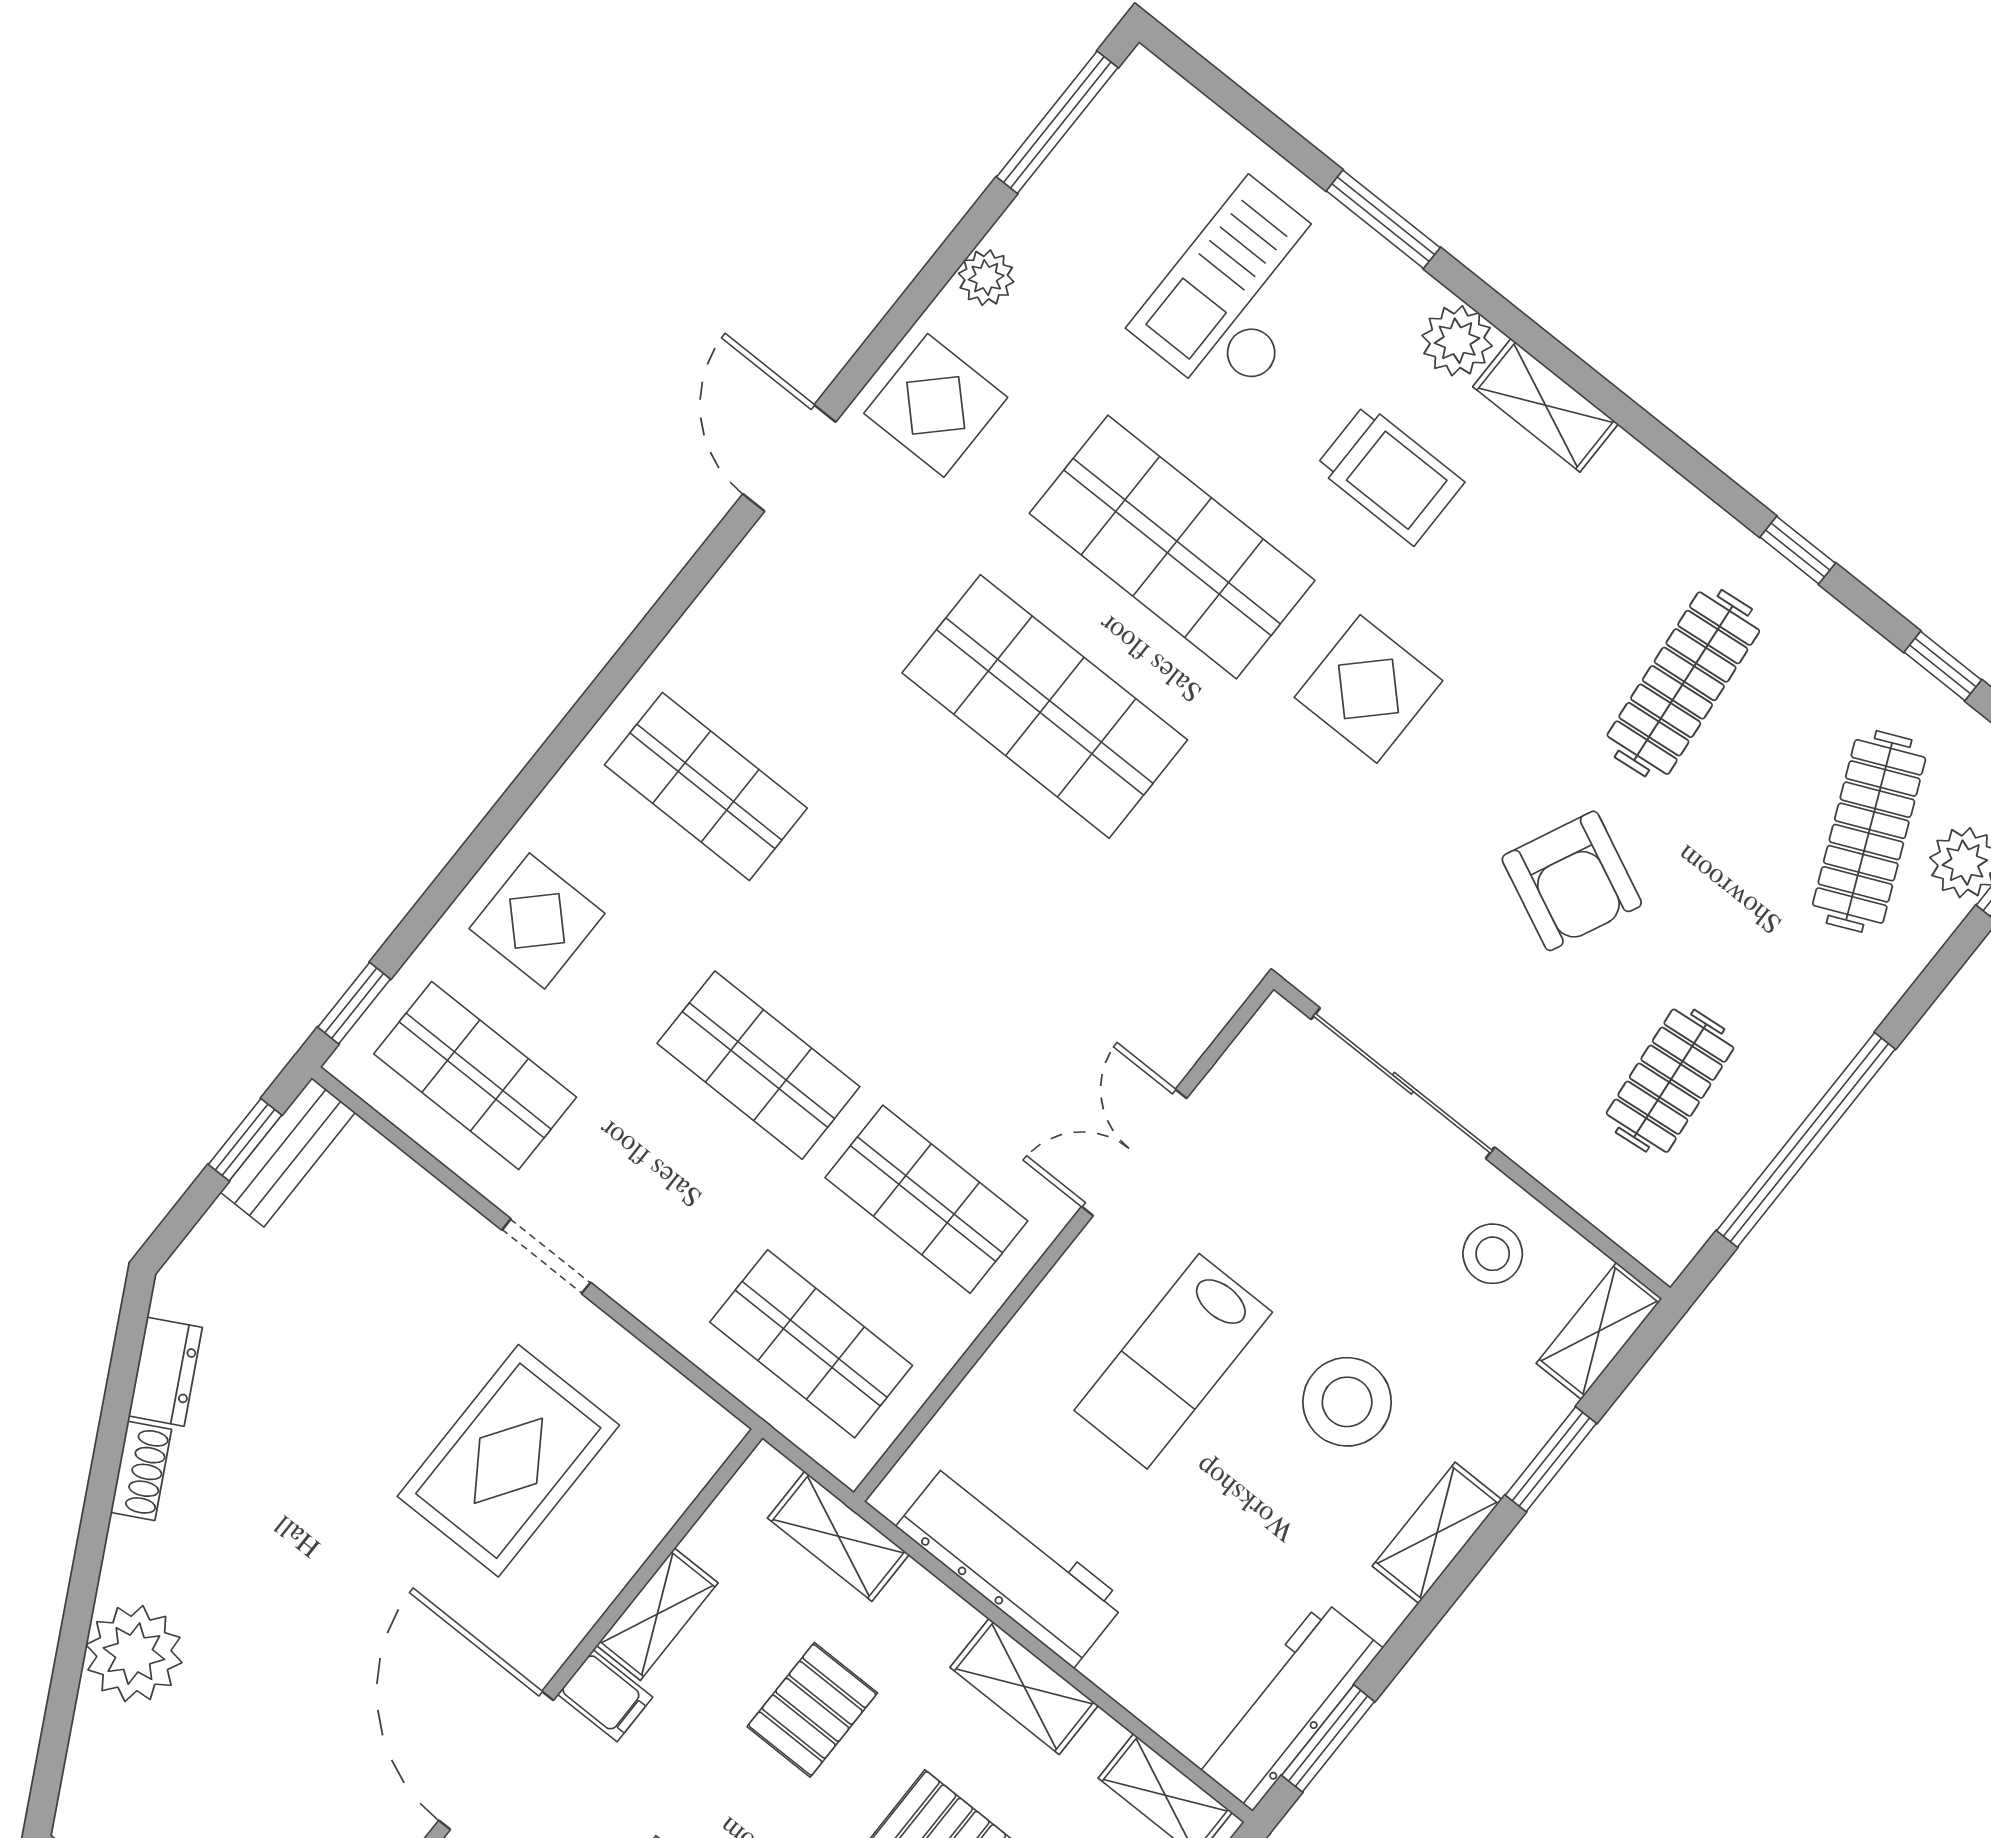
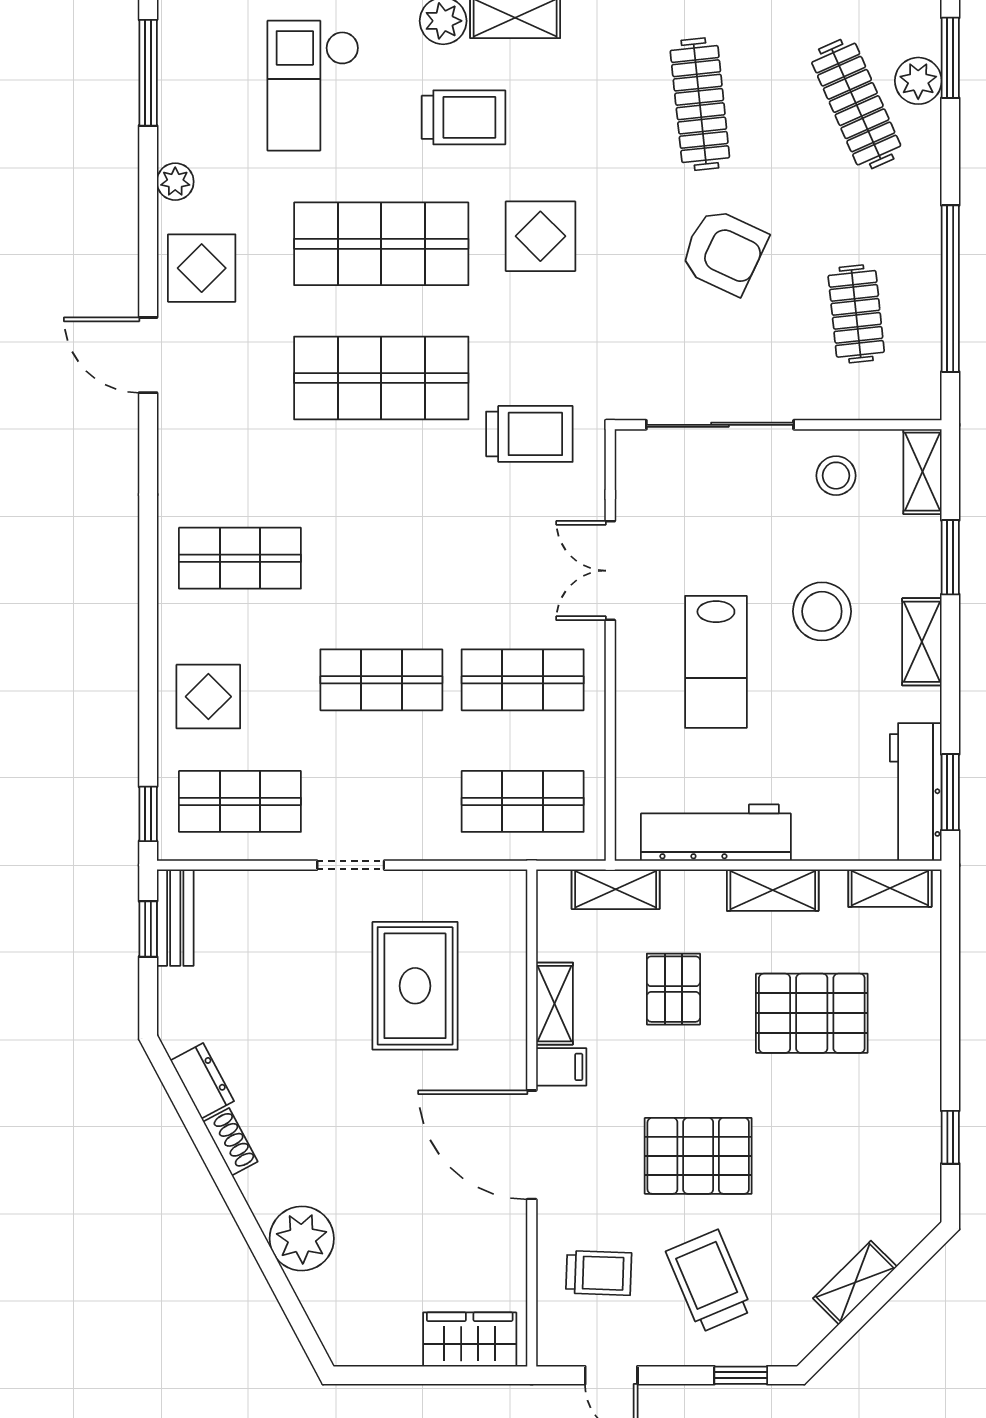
trolley: (1168, 913) -> (529, 434), added

